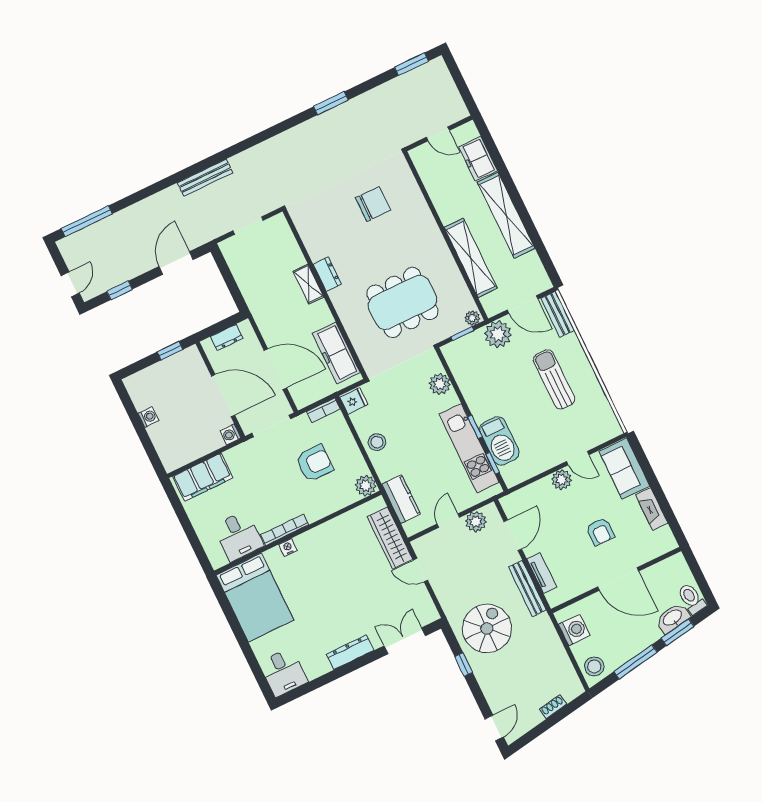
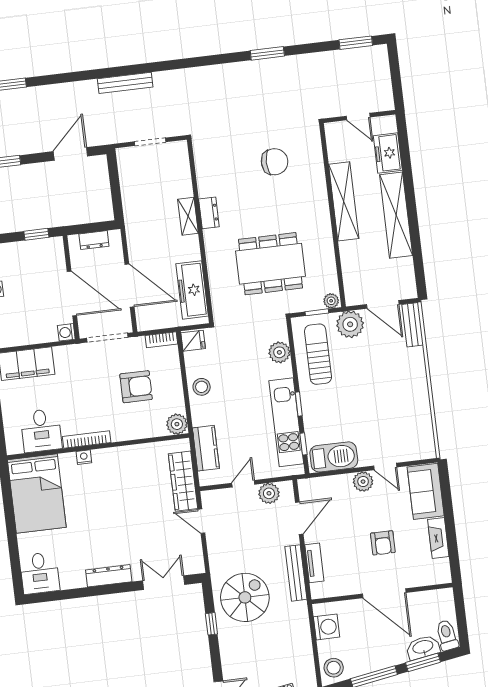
shelving: (471, 258) -> (344, 201), moved
sun lounger: (554, 379) -> (318, 354), moved
barbecue: (499, 441) -> (334, 457), moved, turned -90

